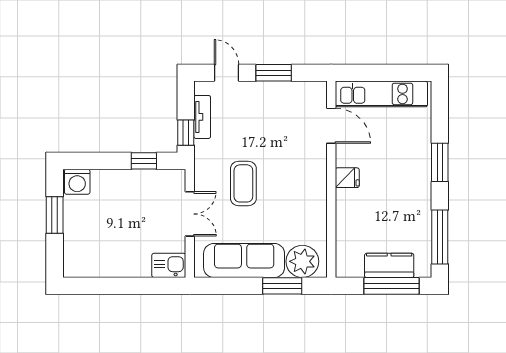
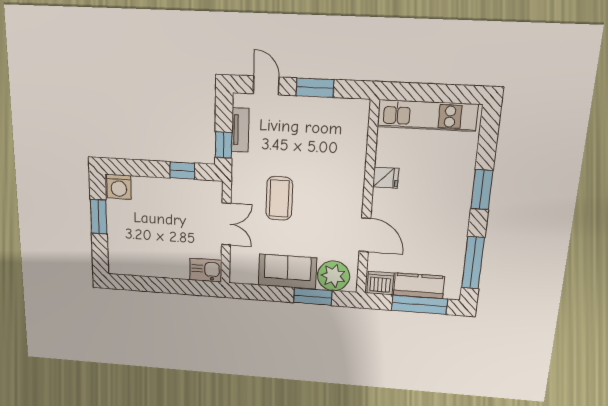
door: (331, 126) -> (365, 235), moved
fridge: (347, 178) -> (386, 178), moved
sofa: (244, 260) -> (287, 272), width x0.73
dishwasher: (350, 266) -> (380, 283), added

